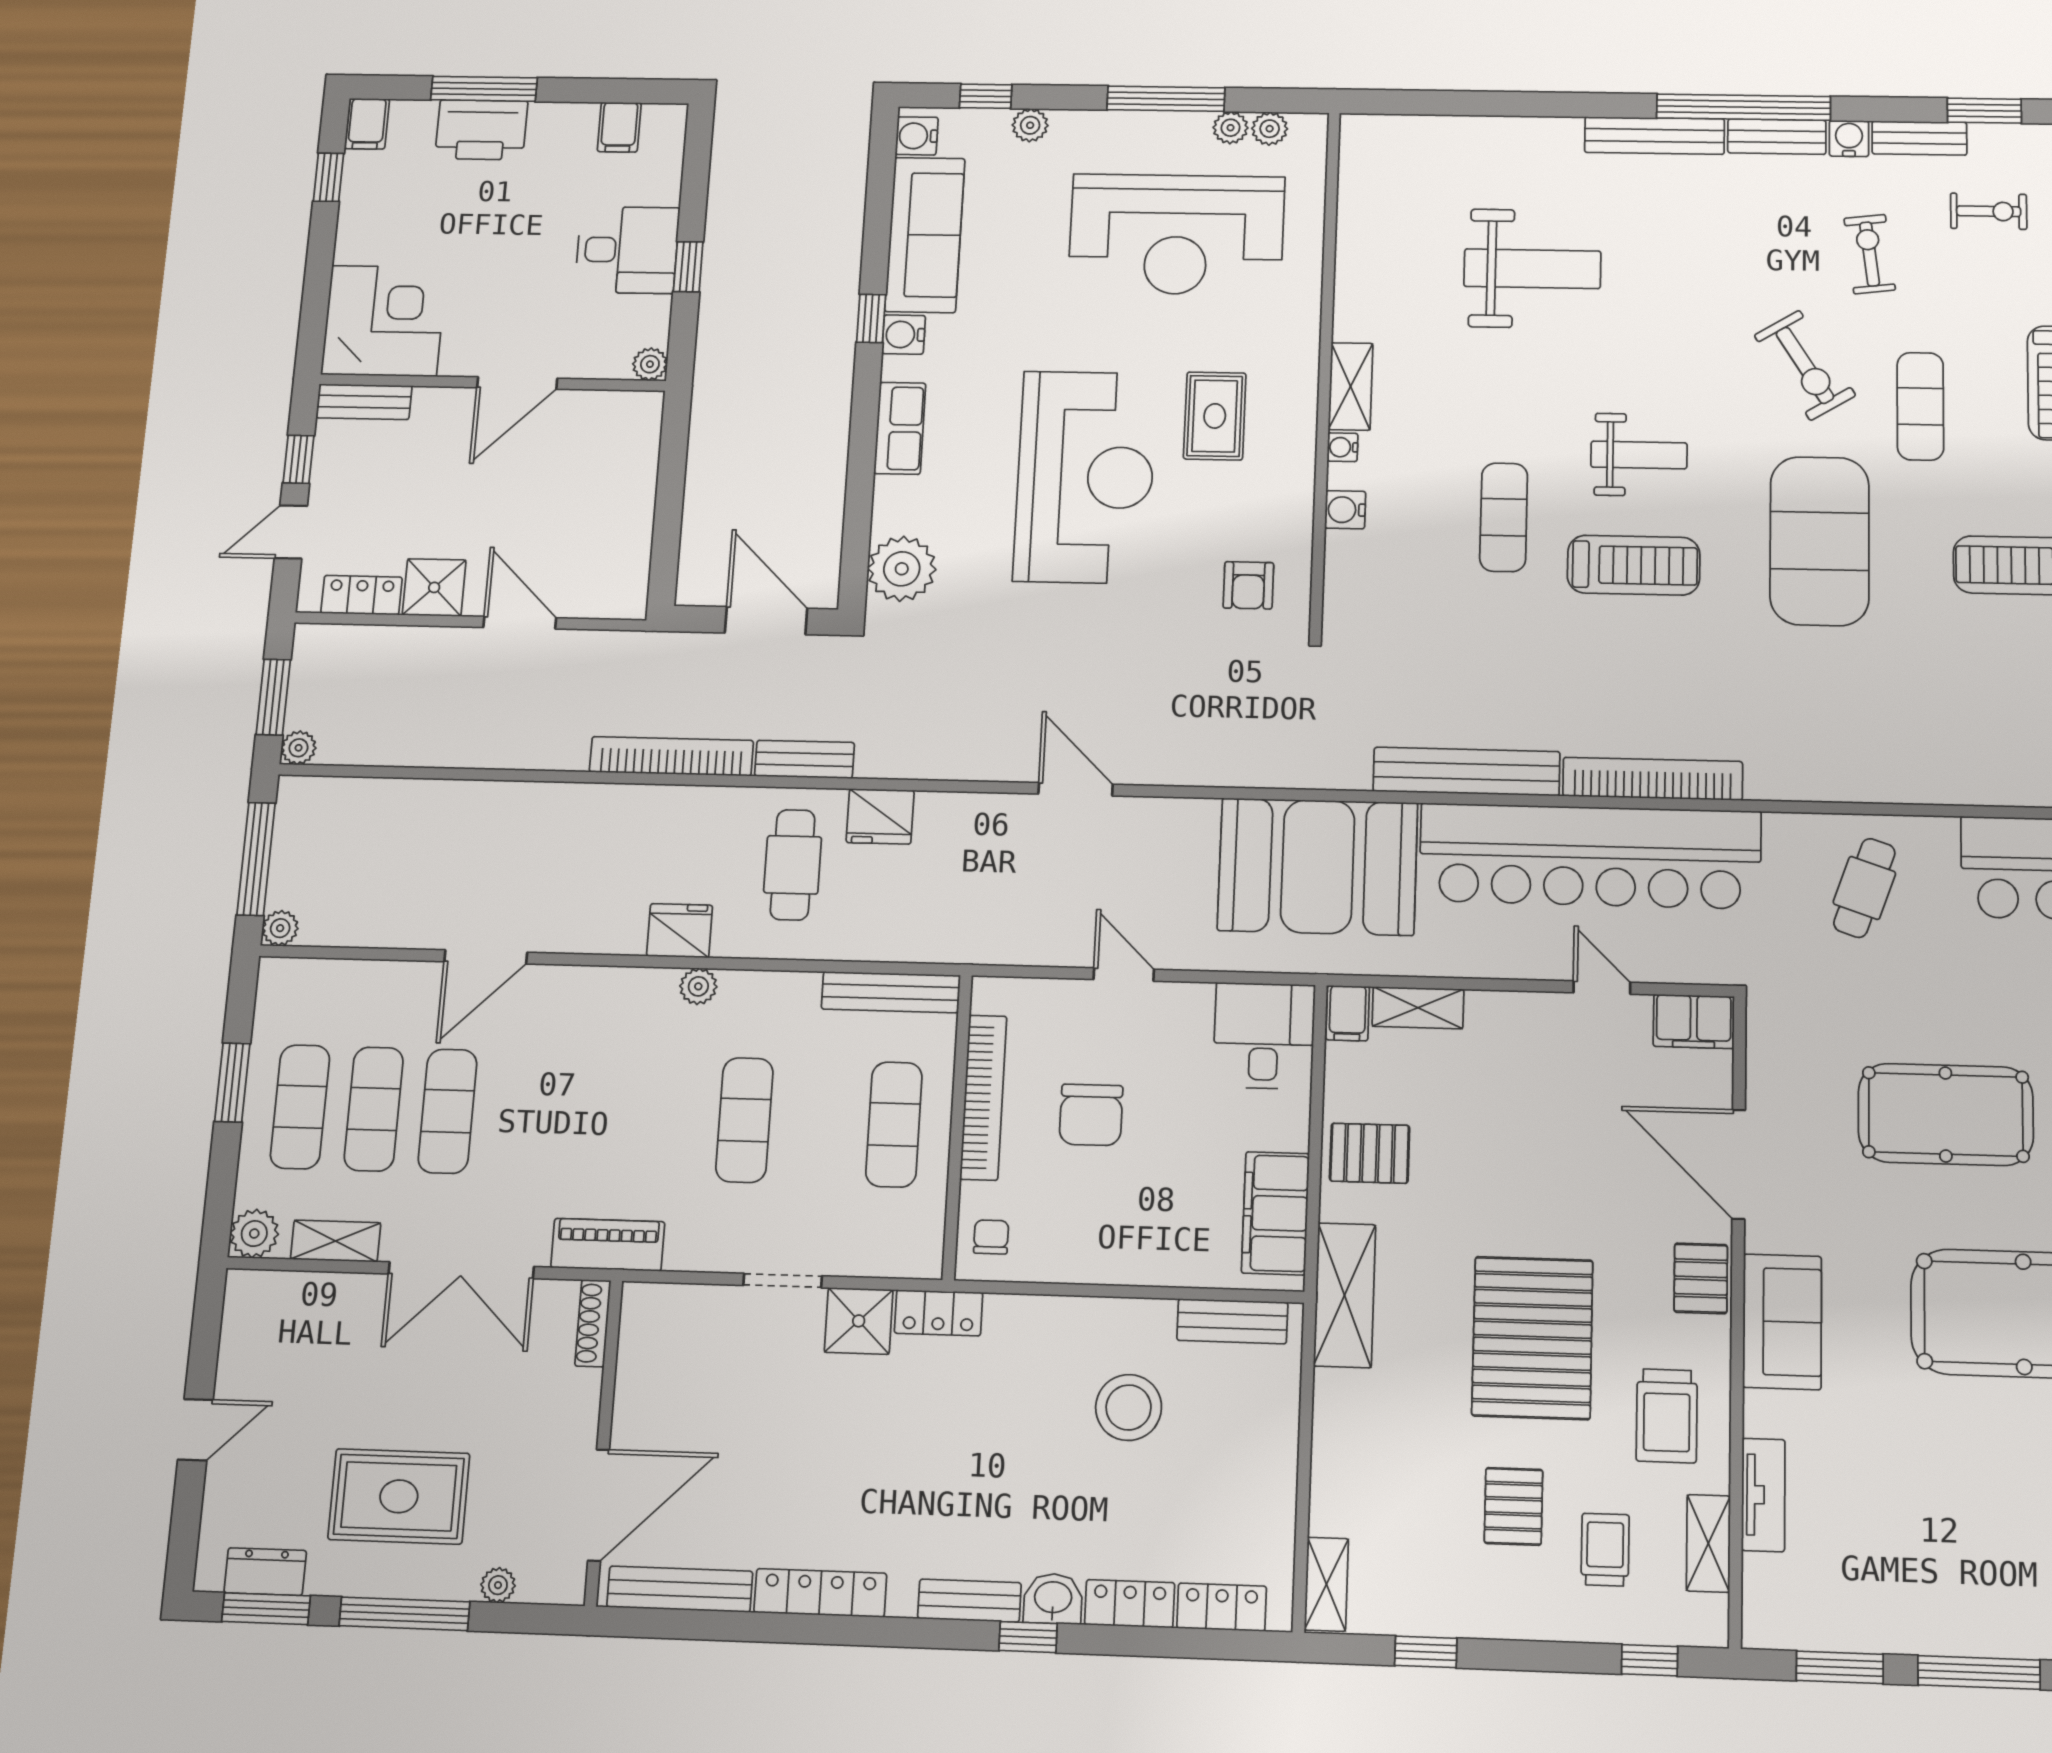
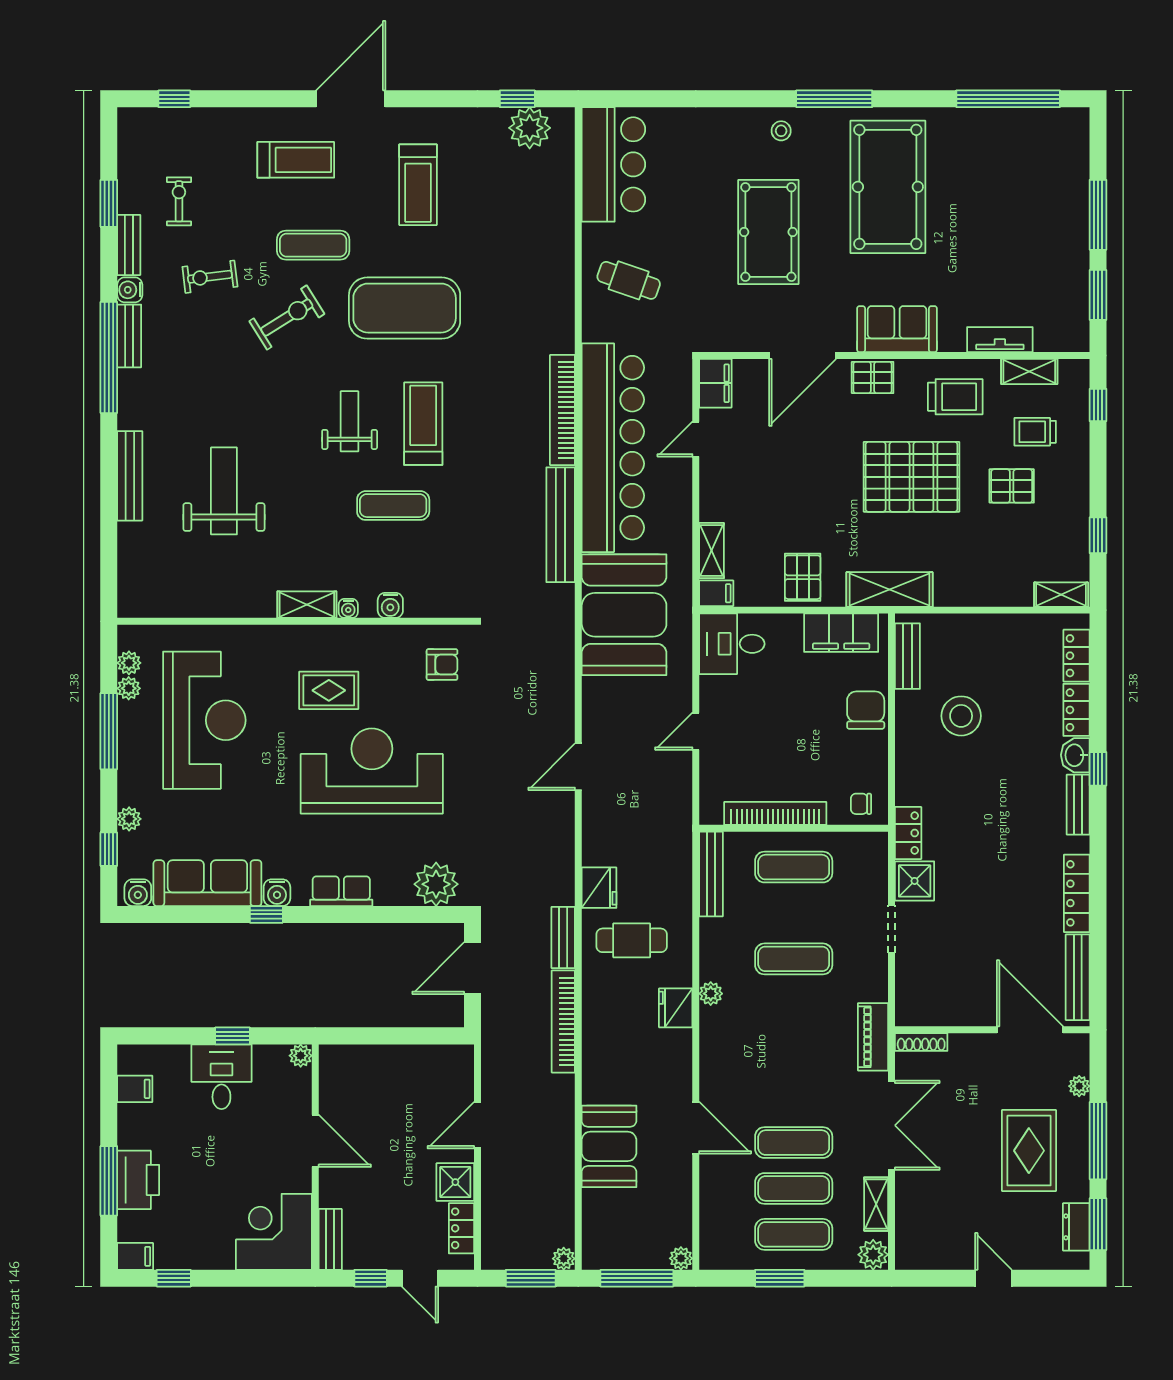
bench: (1655, 136) -> (130, 476), moved
booth: (468, 821) -> (609, 1146), added
chair: (1091, 1115) -> (866, 710), moved, turned -90

